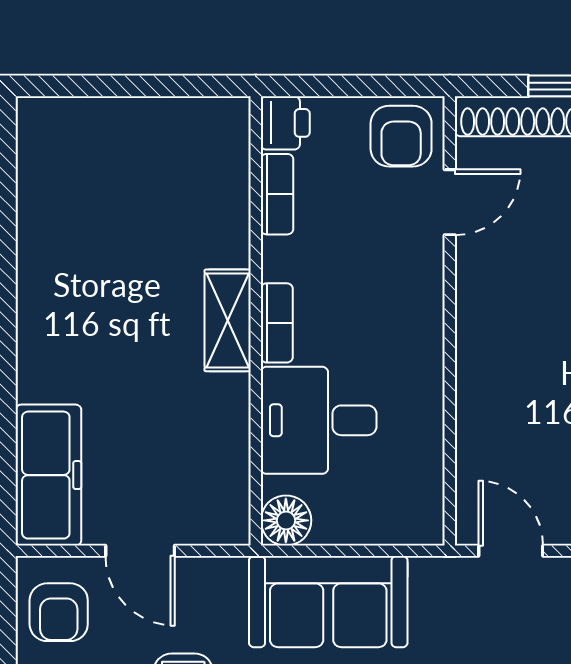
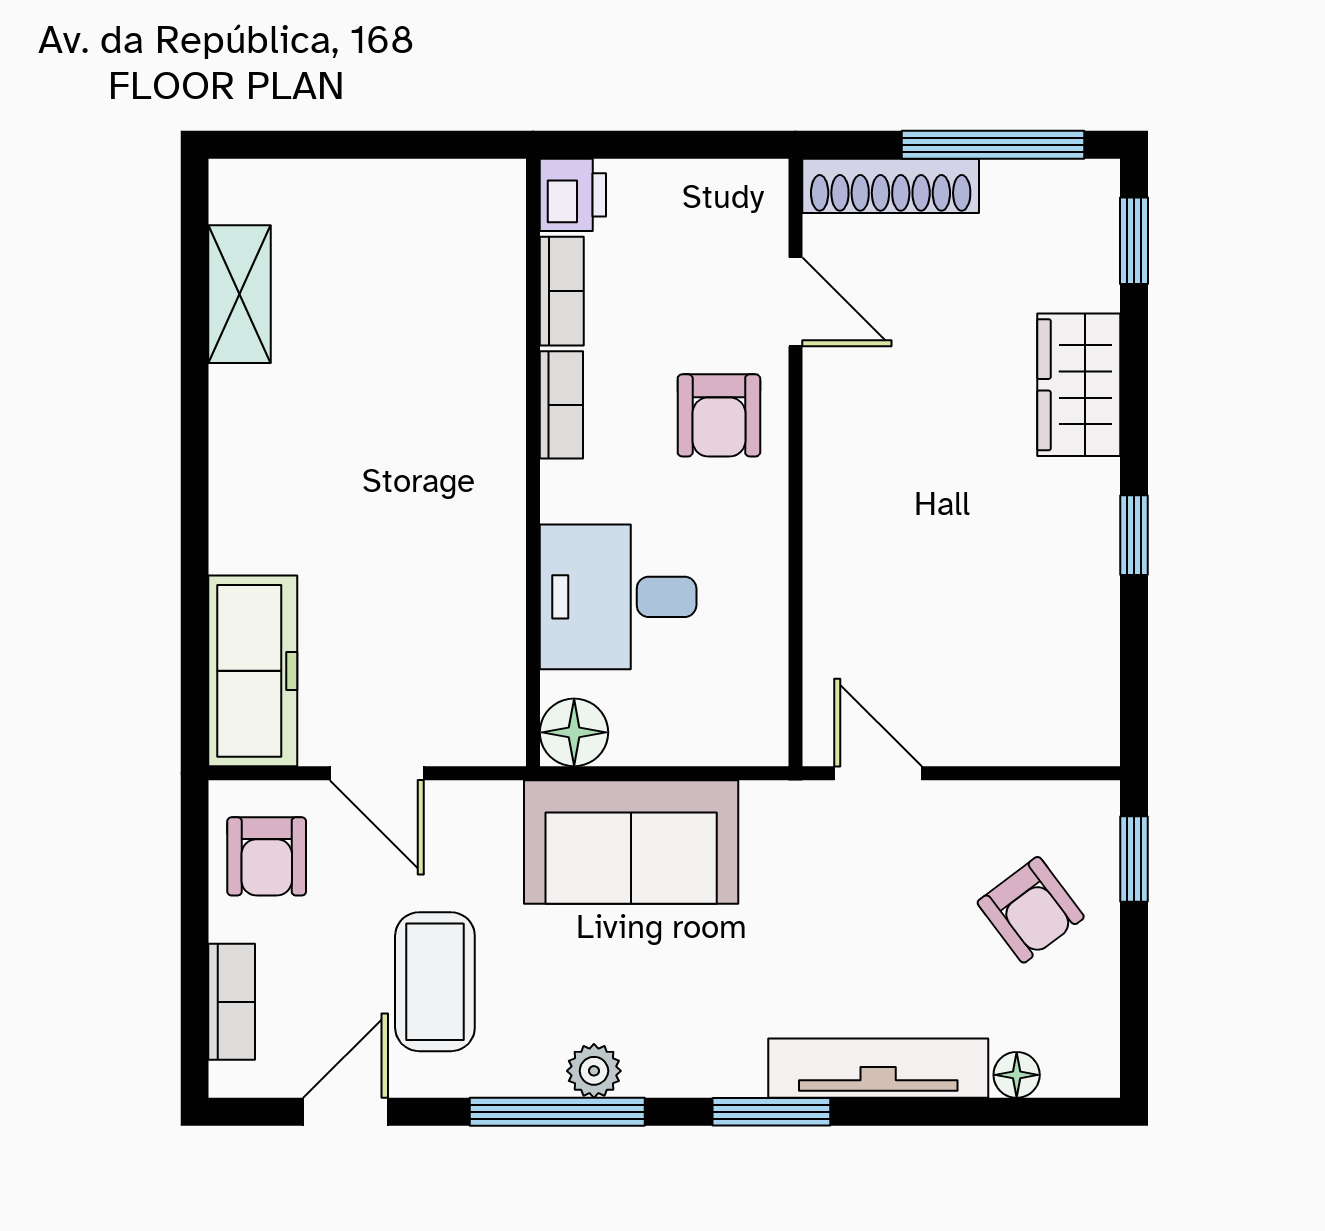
armchair: (401, 136) -> (719, 415), moved
door: (450, 202) -> (796, 302), hinge flipped
shelving: (228, 320) -> (240, 294), moved
bookcase: (277, 323) -> (561, 405), moved

